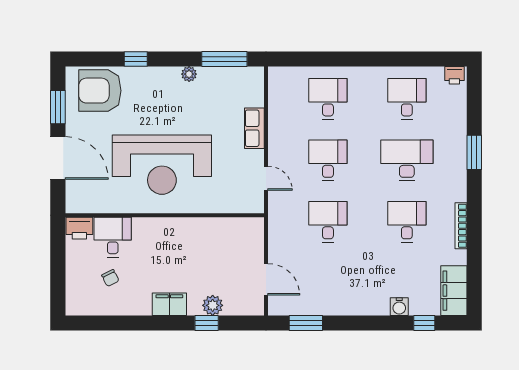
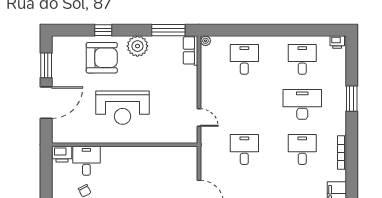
plant: (189, 74) -> (137, 46), width x1.87, depth x1.87
plant: (275, 74) -> (206, 41), added
armchair: (100, 91) -> (102, 58), moved, turned 180
row of seats: (254, 128) -> (190, 50), moved
door: (58, 158) -> (46, 103), hinge flipped
desk: (328, 160) -> (244, 104), removed
reception desk: (162, 165) -> (123, 108), width x0.74, depth x0.77

